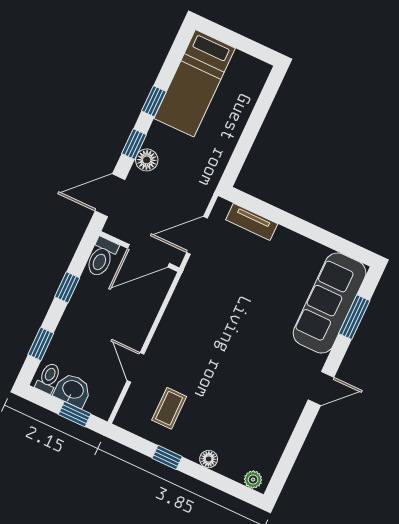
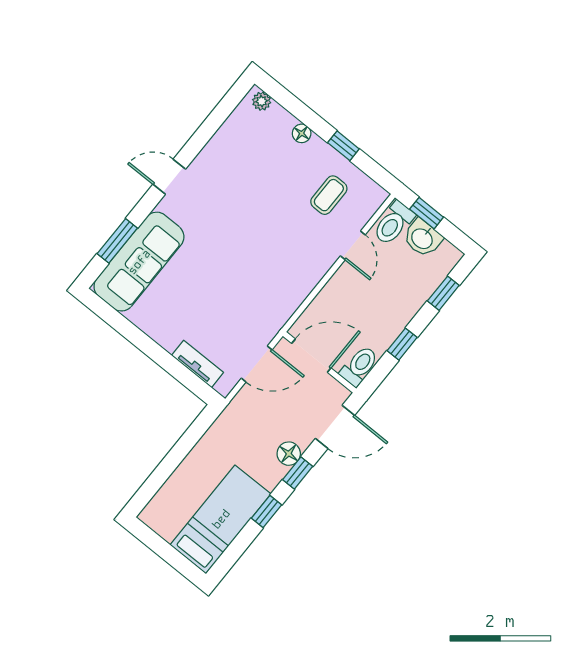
toilet: (48, 378) -> (393, 223), moved, width x1.37, depth x1.39

